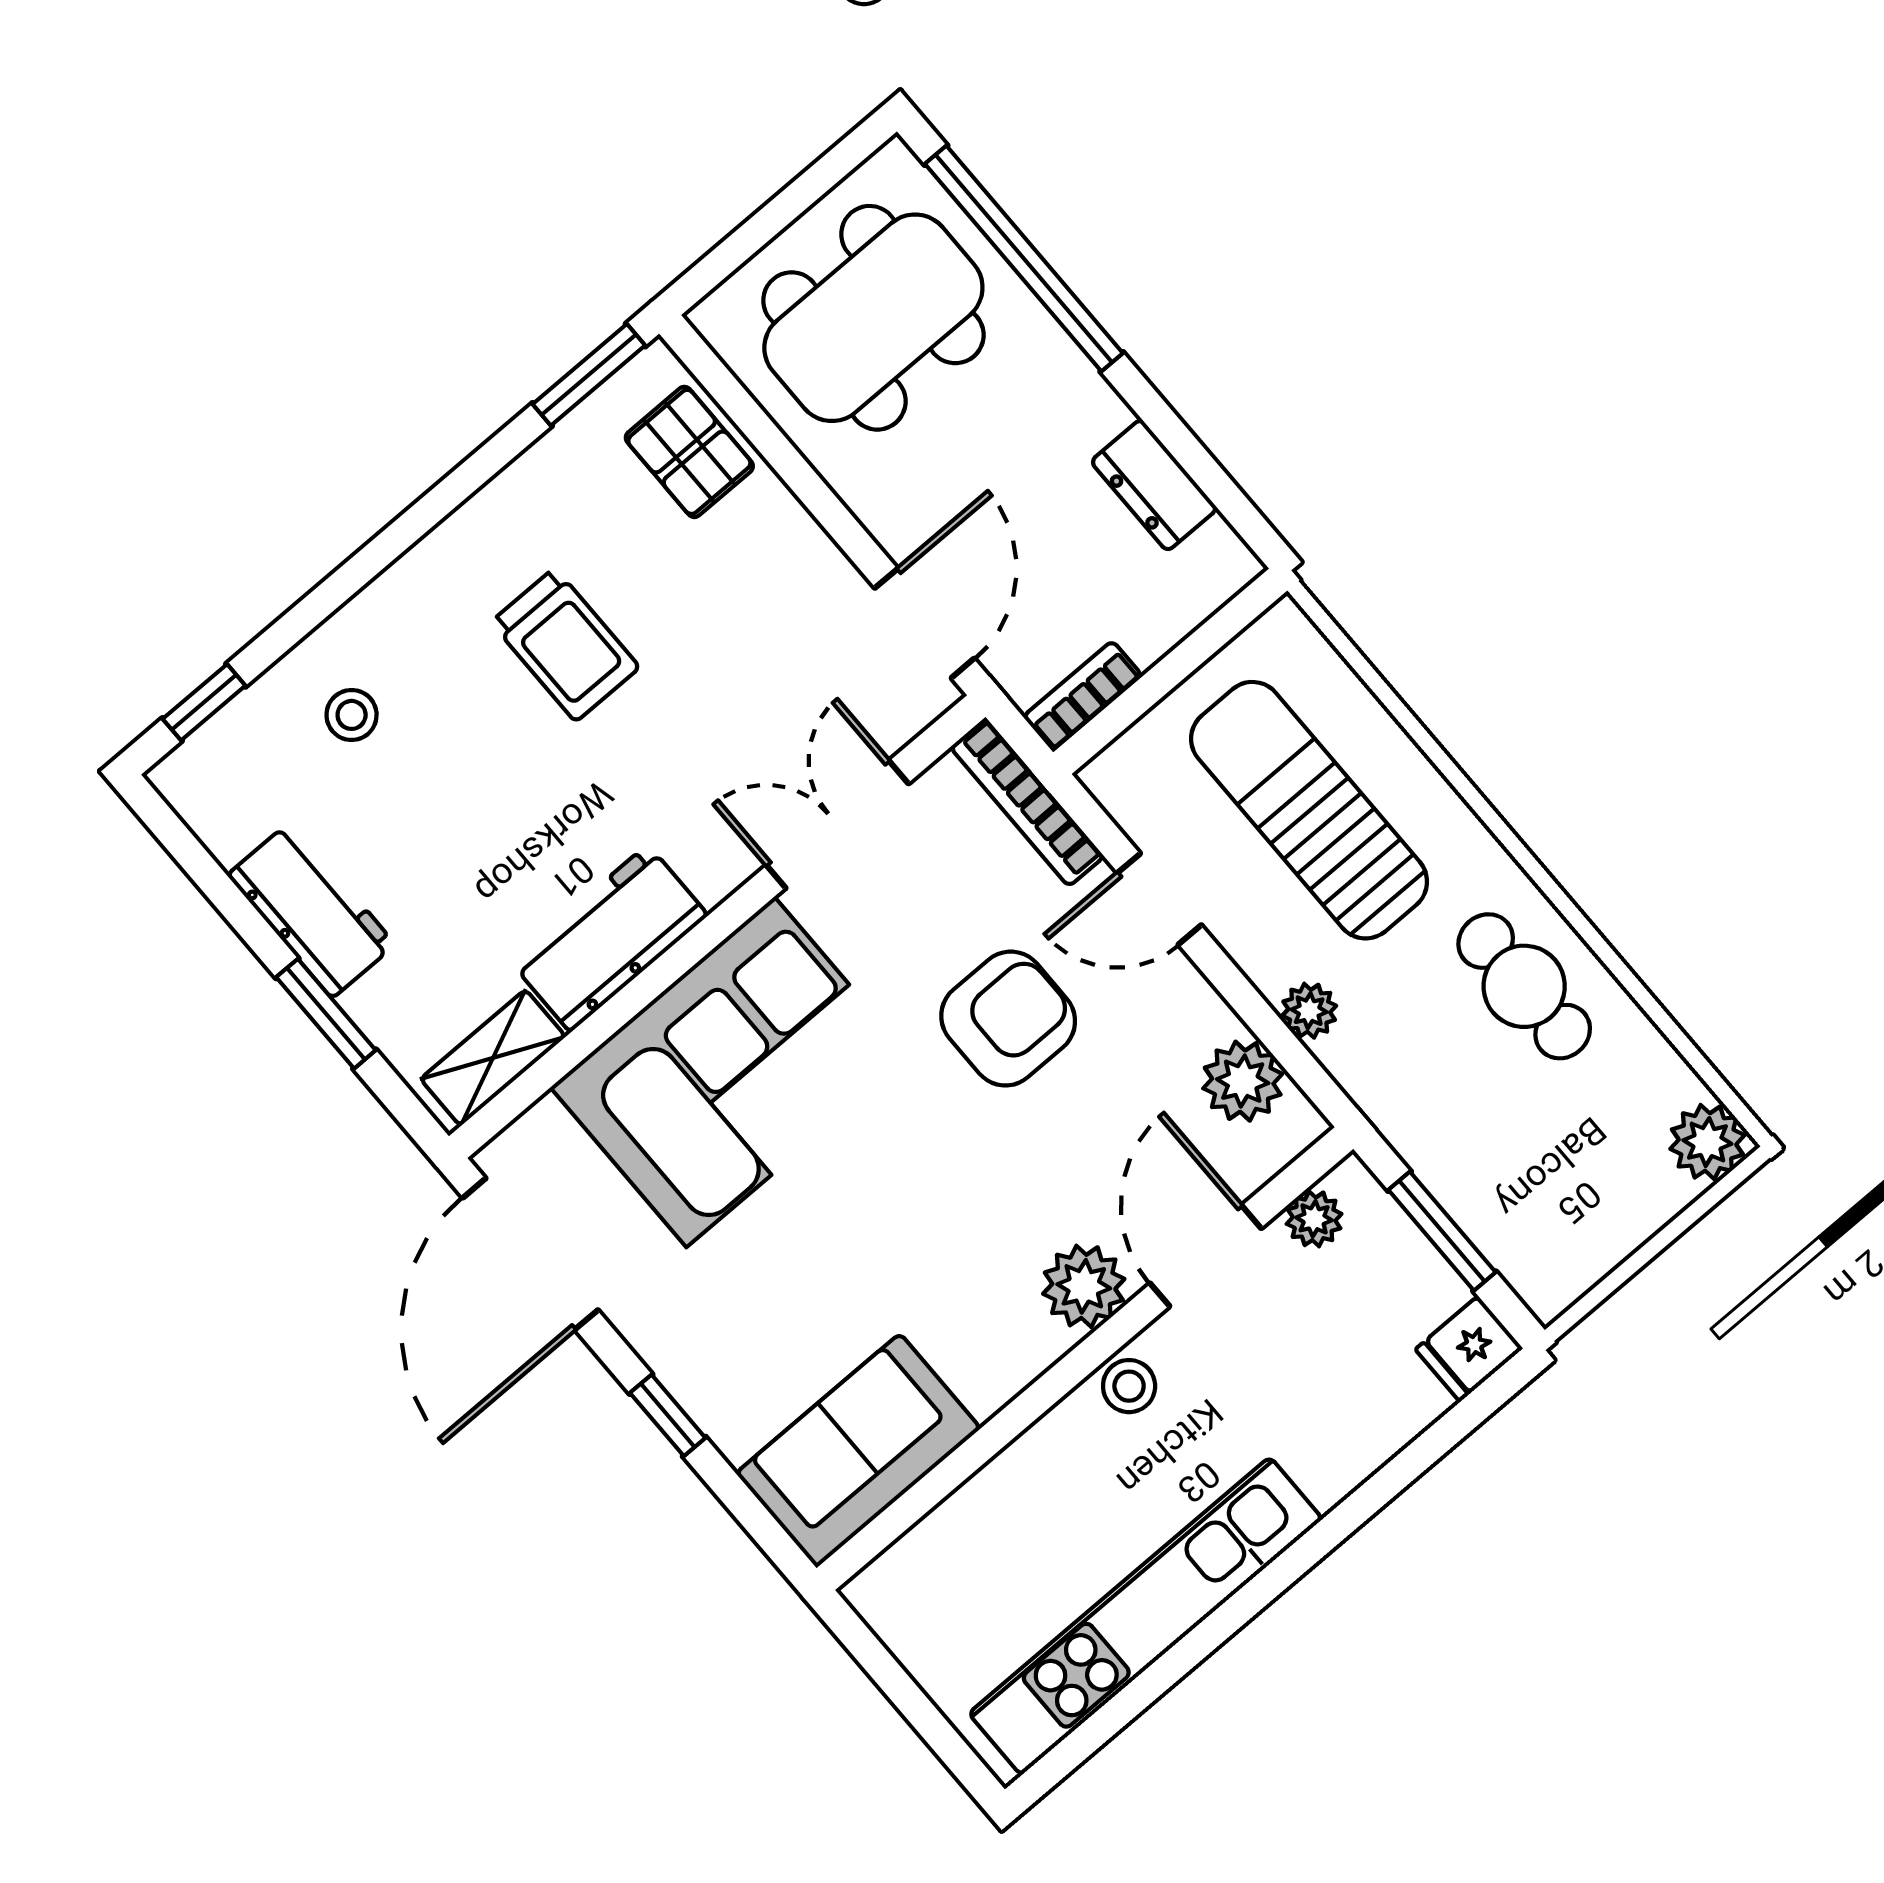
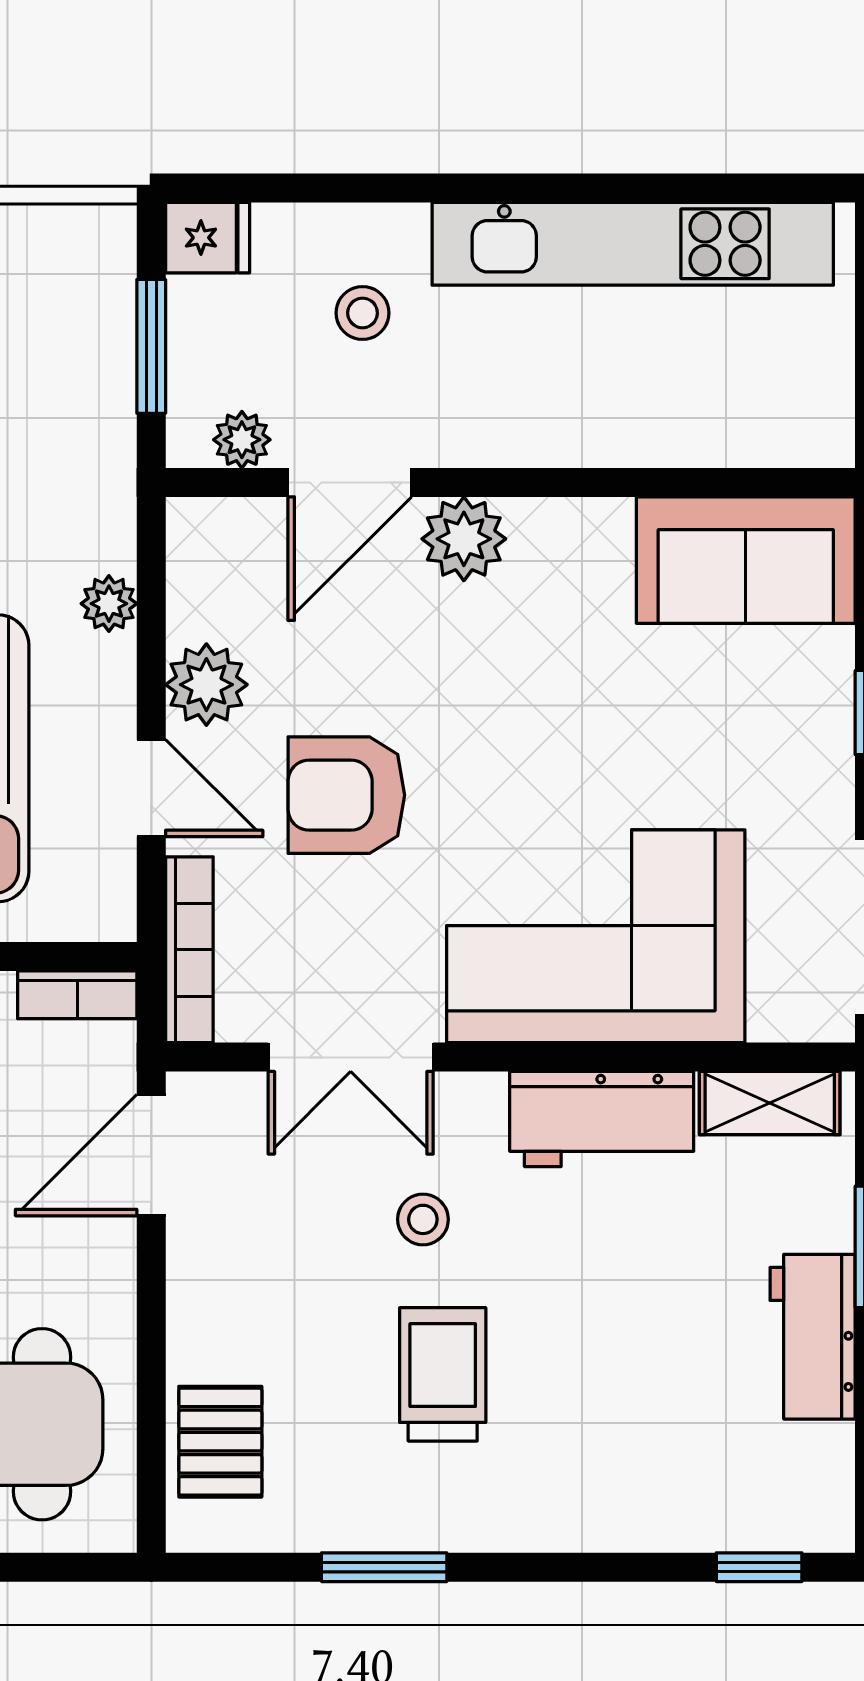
window: (589, 375) -> (384, 1567), moved
stool: (352, 715) -> (423, 1219), moved
plant: (1243, 1081) -> (206, 685), moved
stool: (1129, 1386) -> (363, 313), moved

